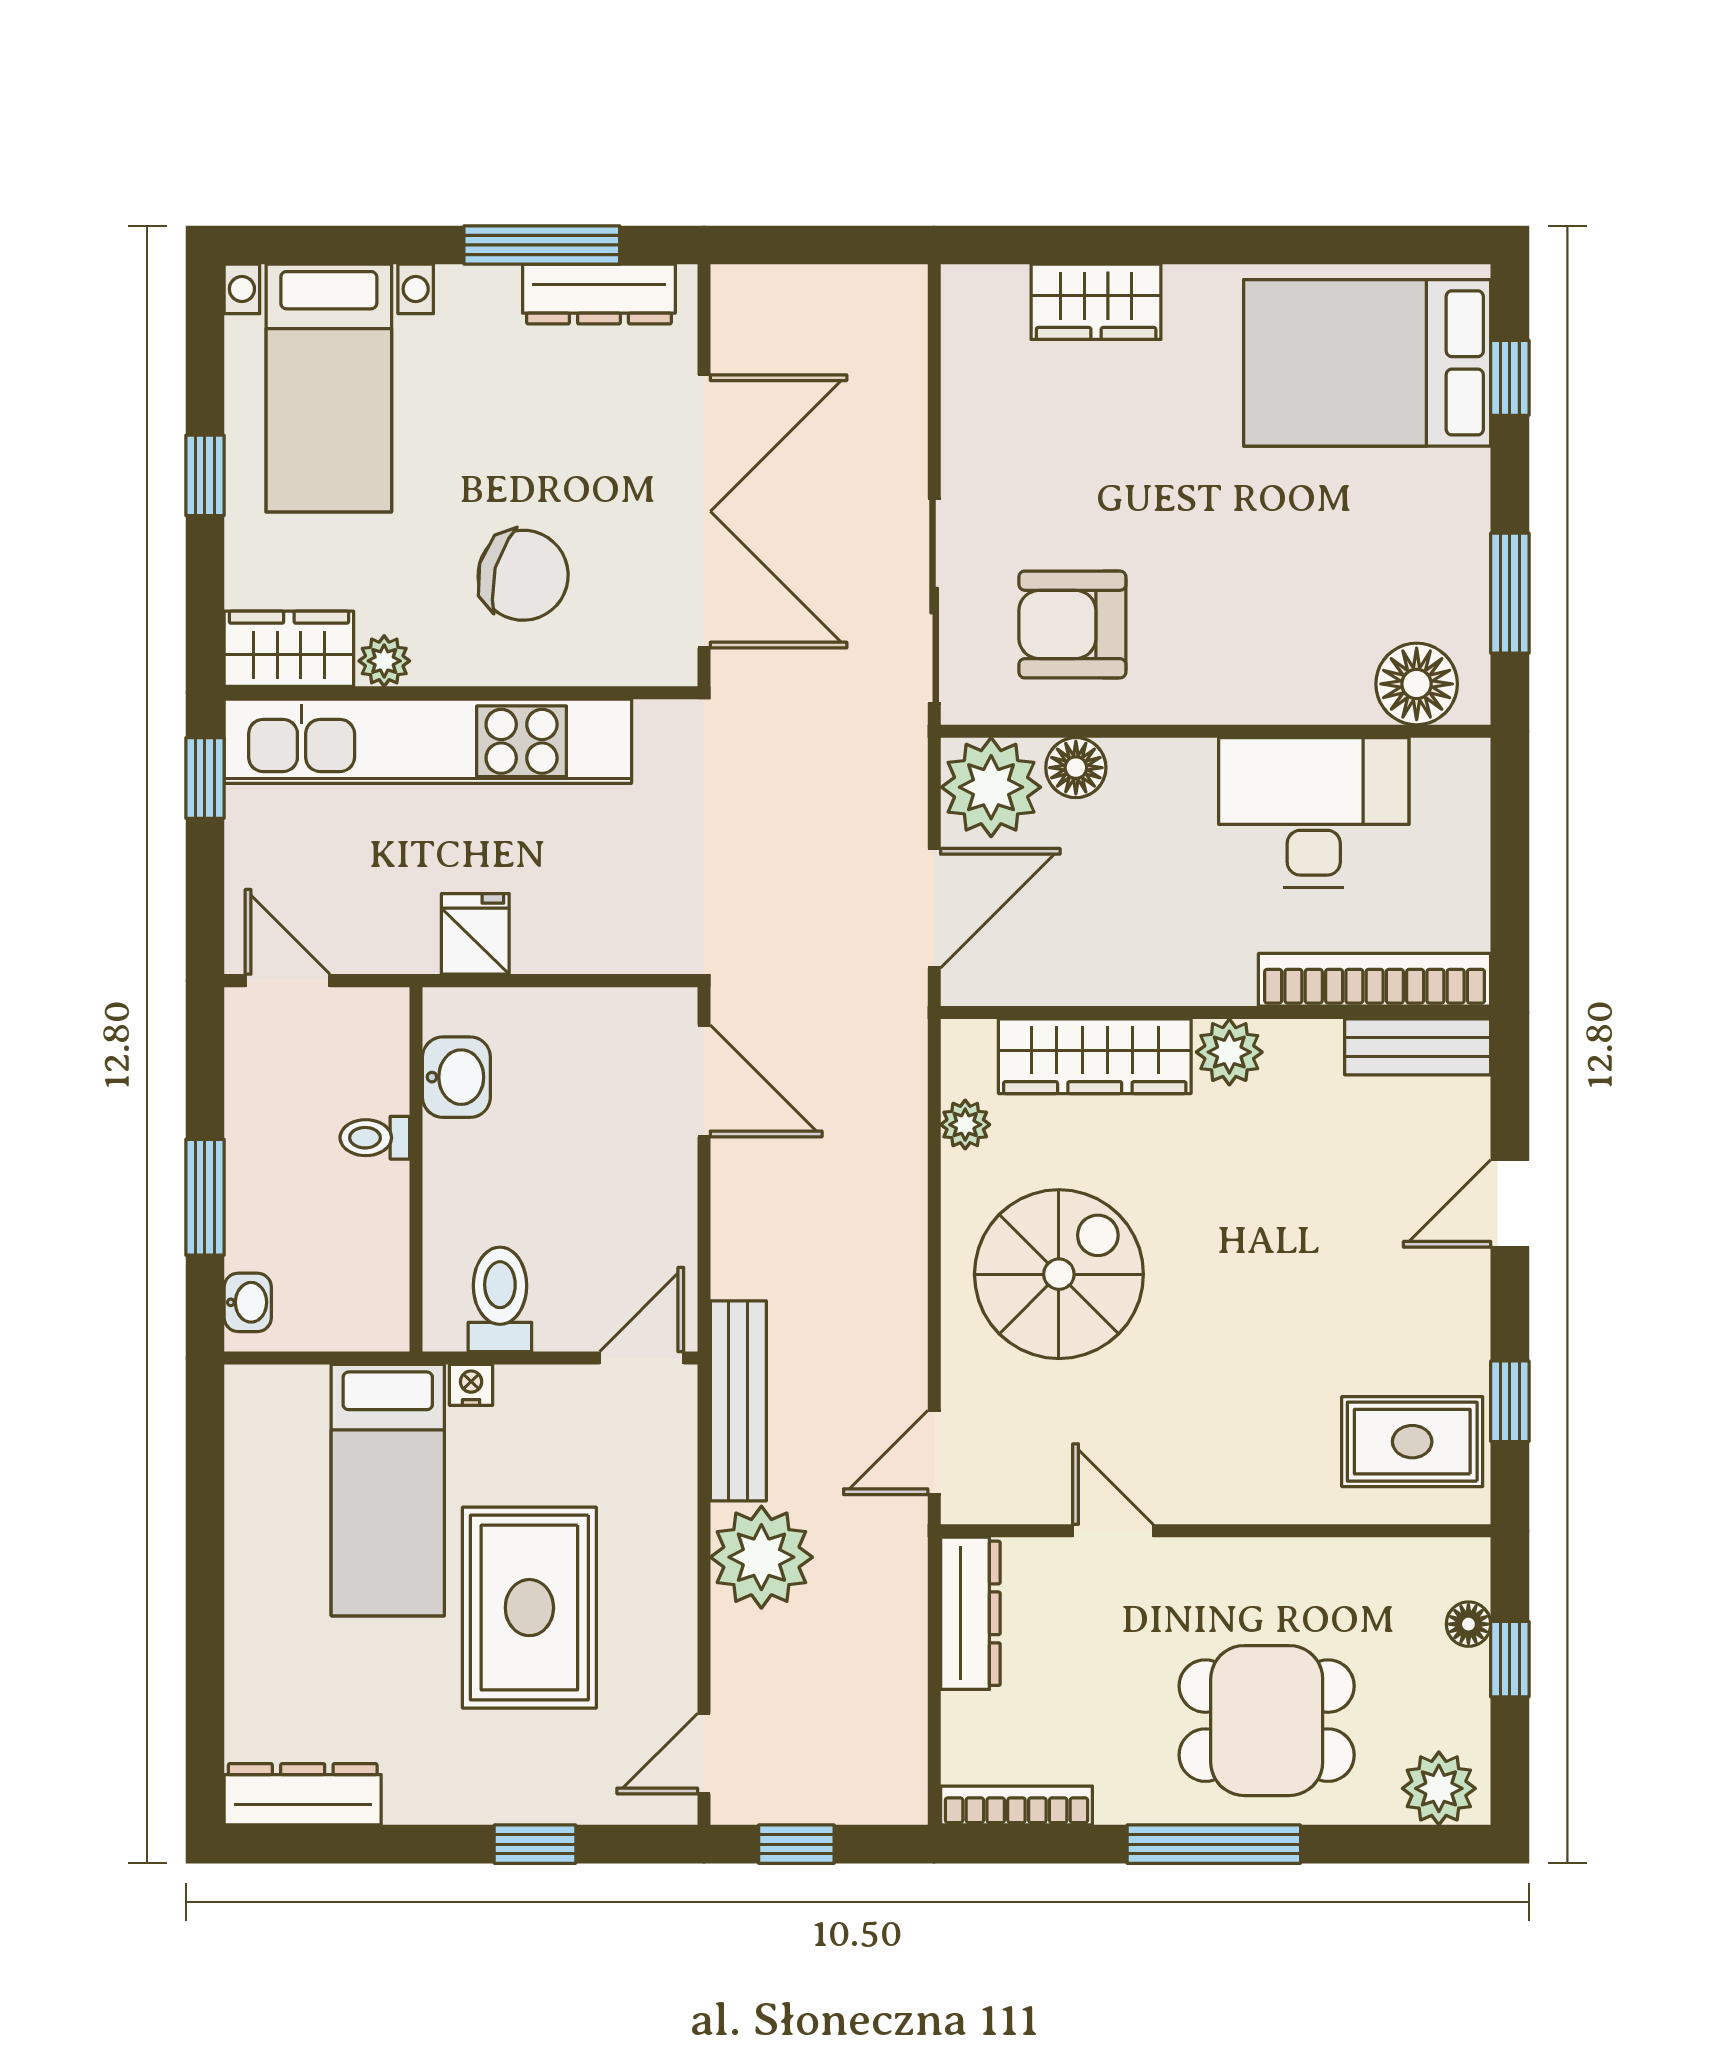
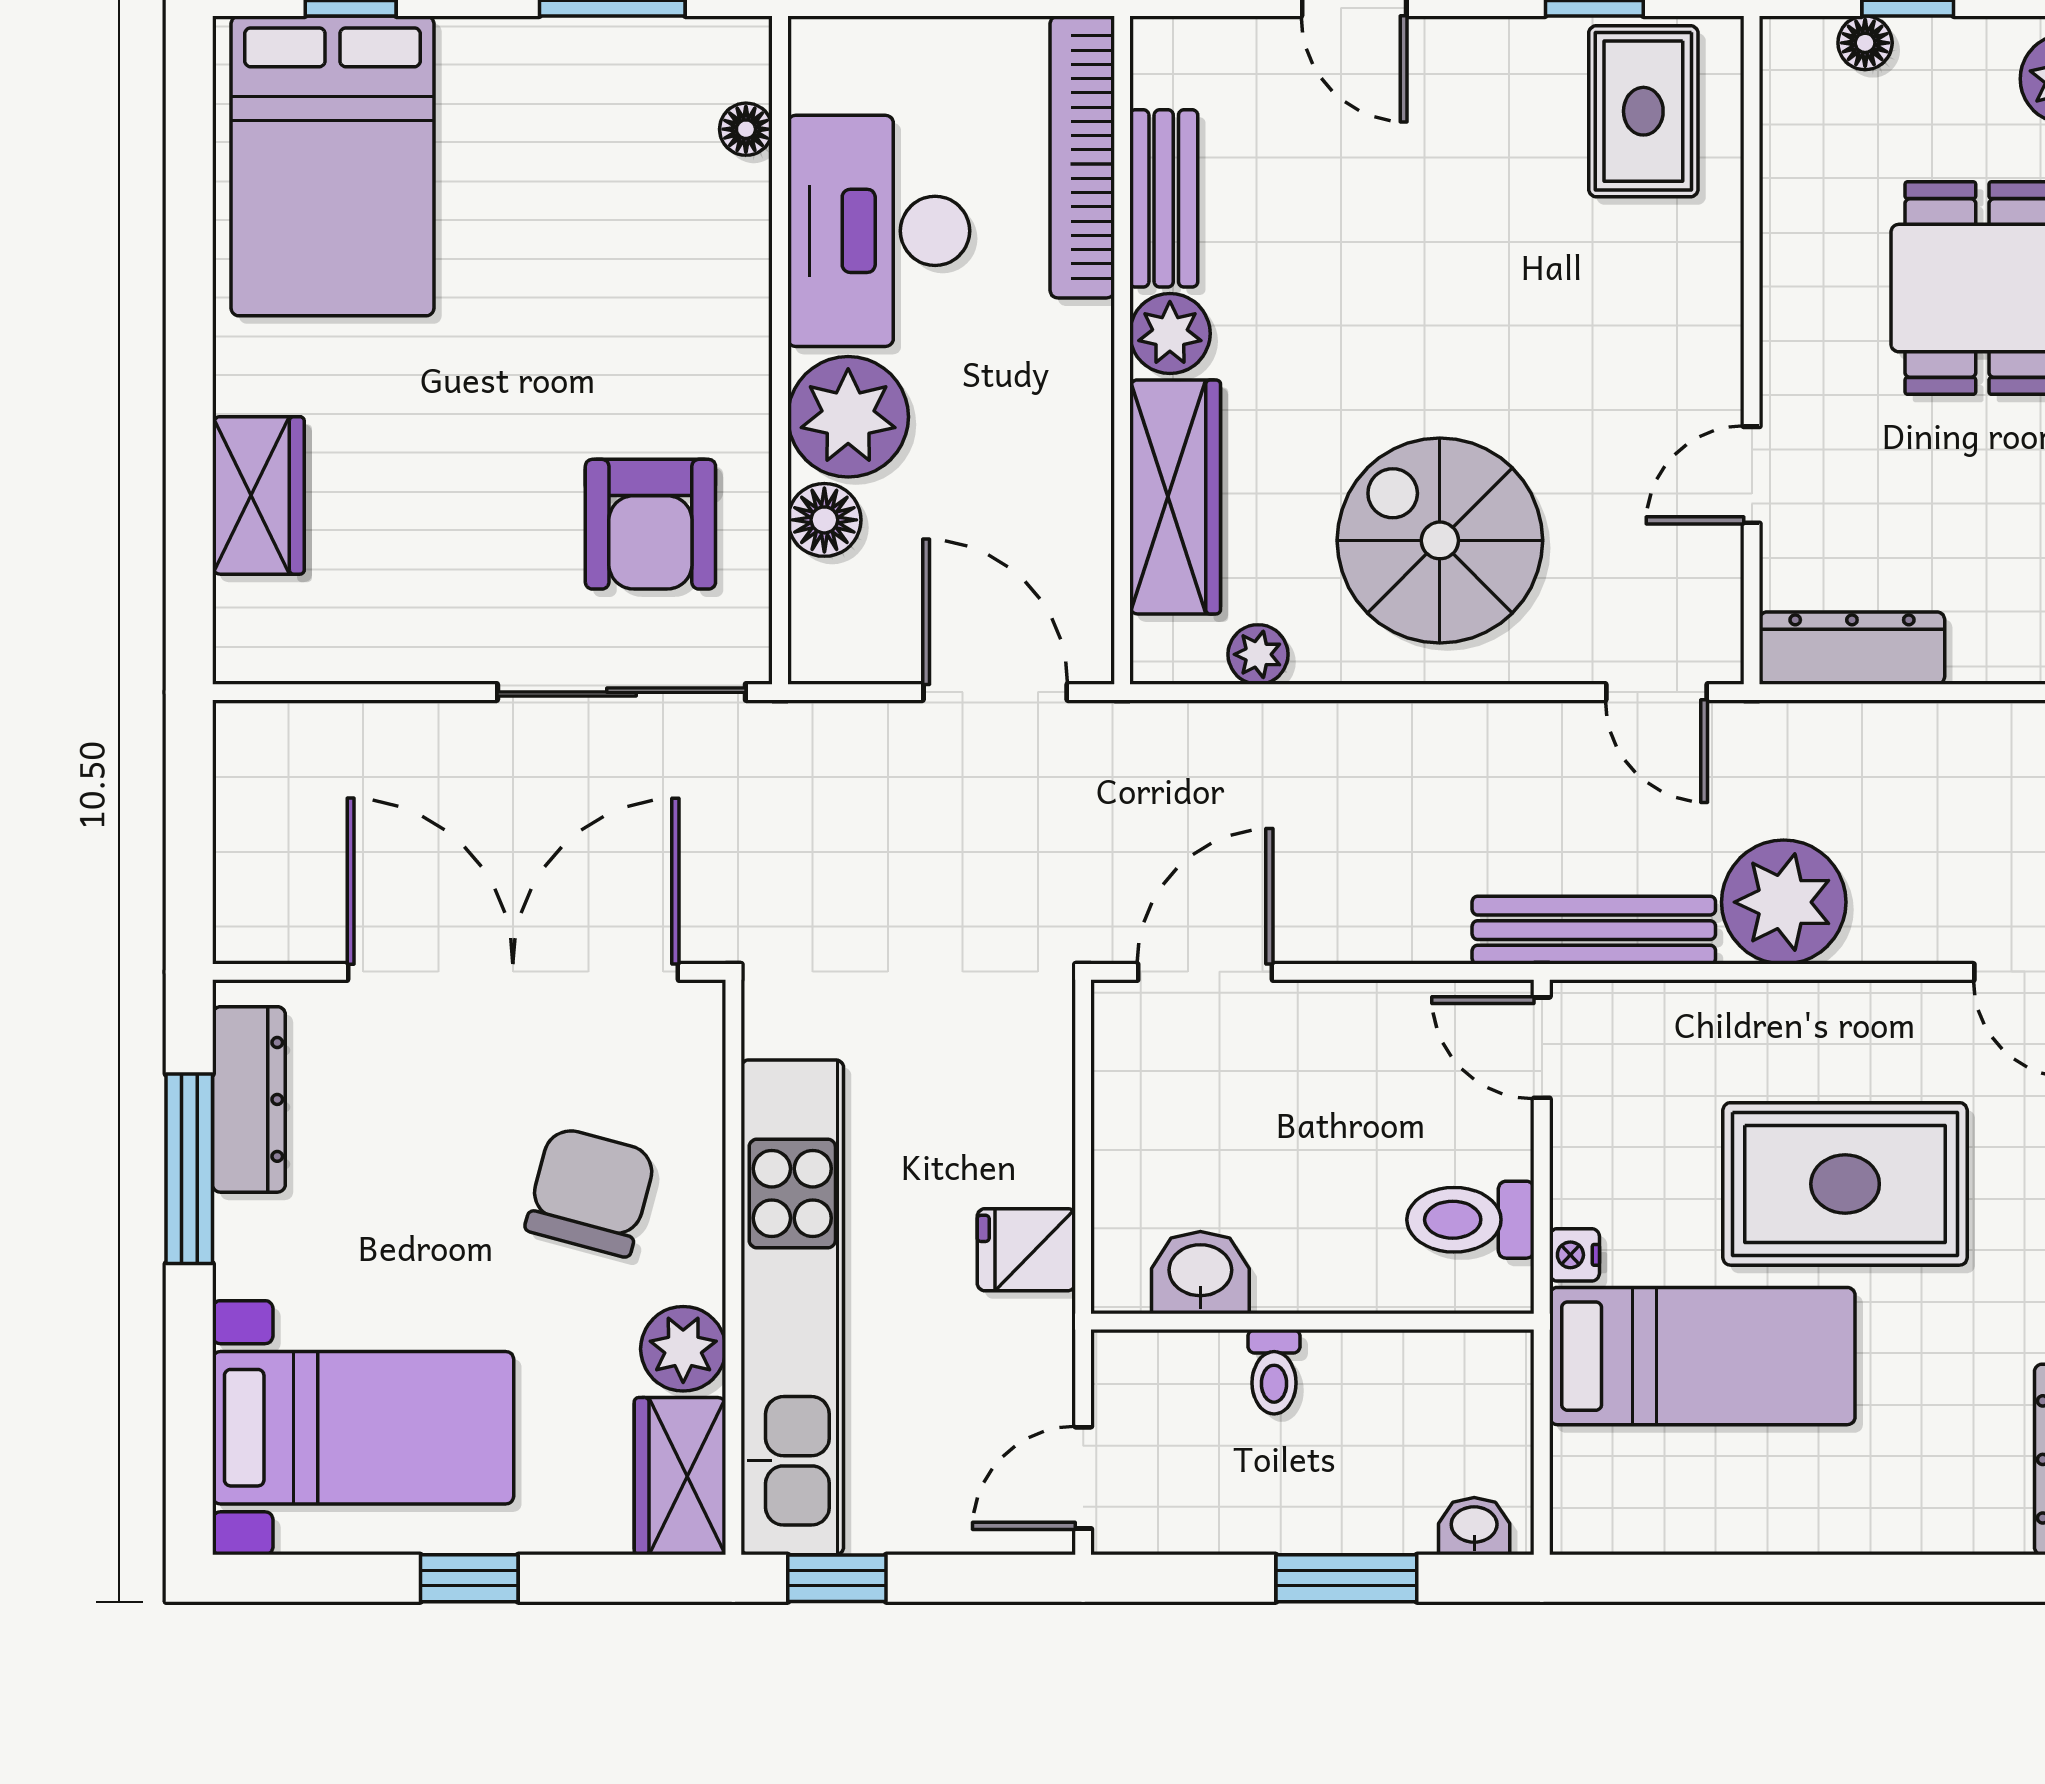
plant: (384, 661) -> (683, 1349), width x1.38, depth x1.38
floor lamp: (1417, 684) -> (746, 129), width x0.53, depth x0.53
plant: (991, 787) -> (848, 417), moved
bench: (1418, 1047) -> (1164, 198), moved

